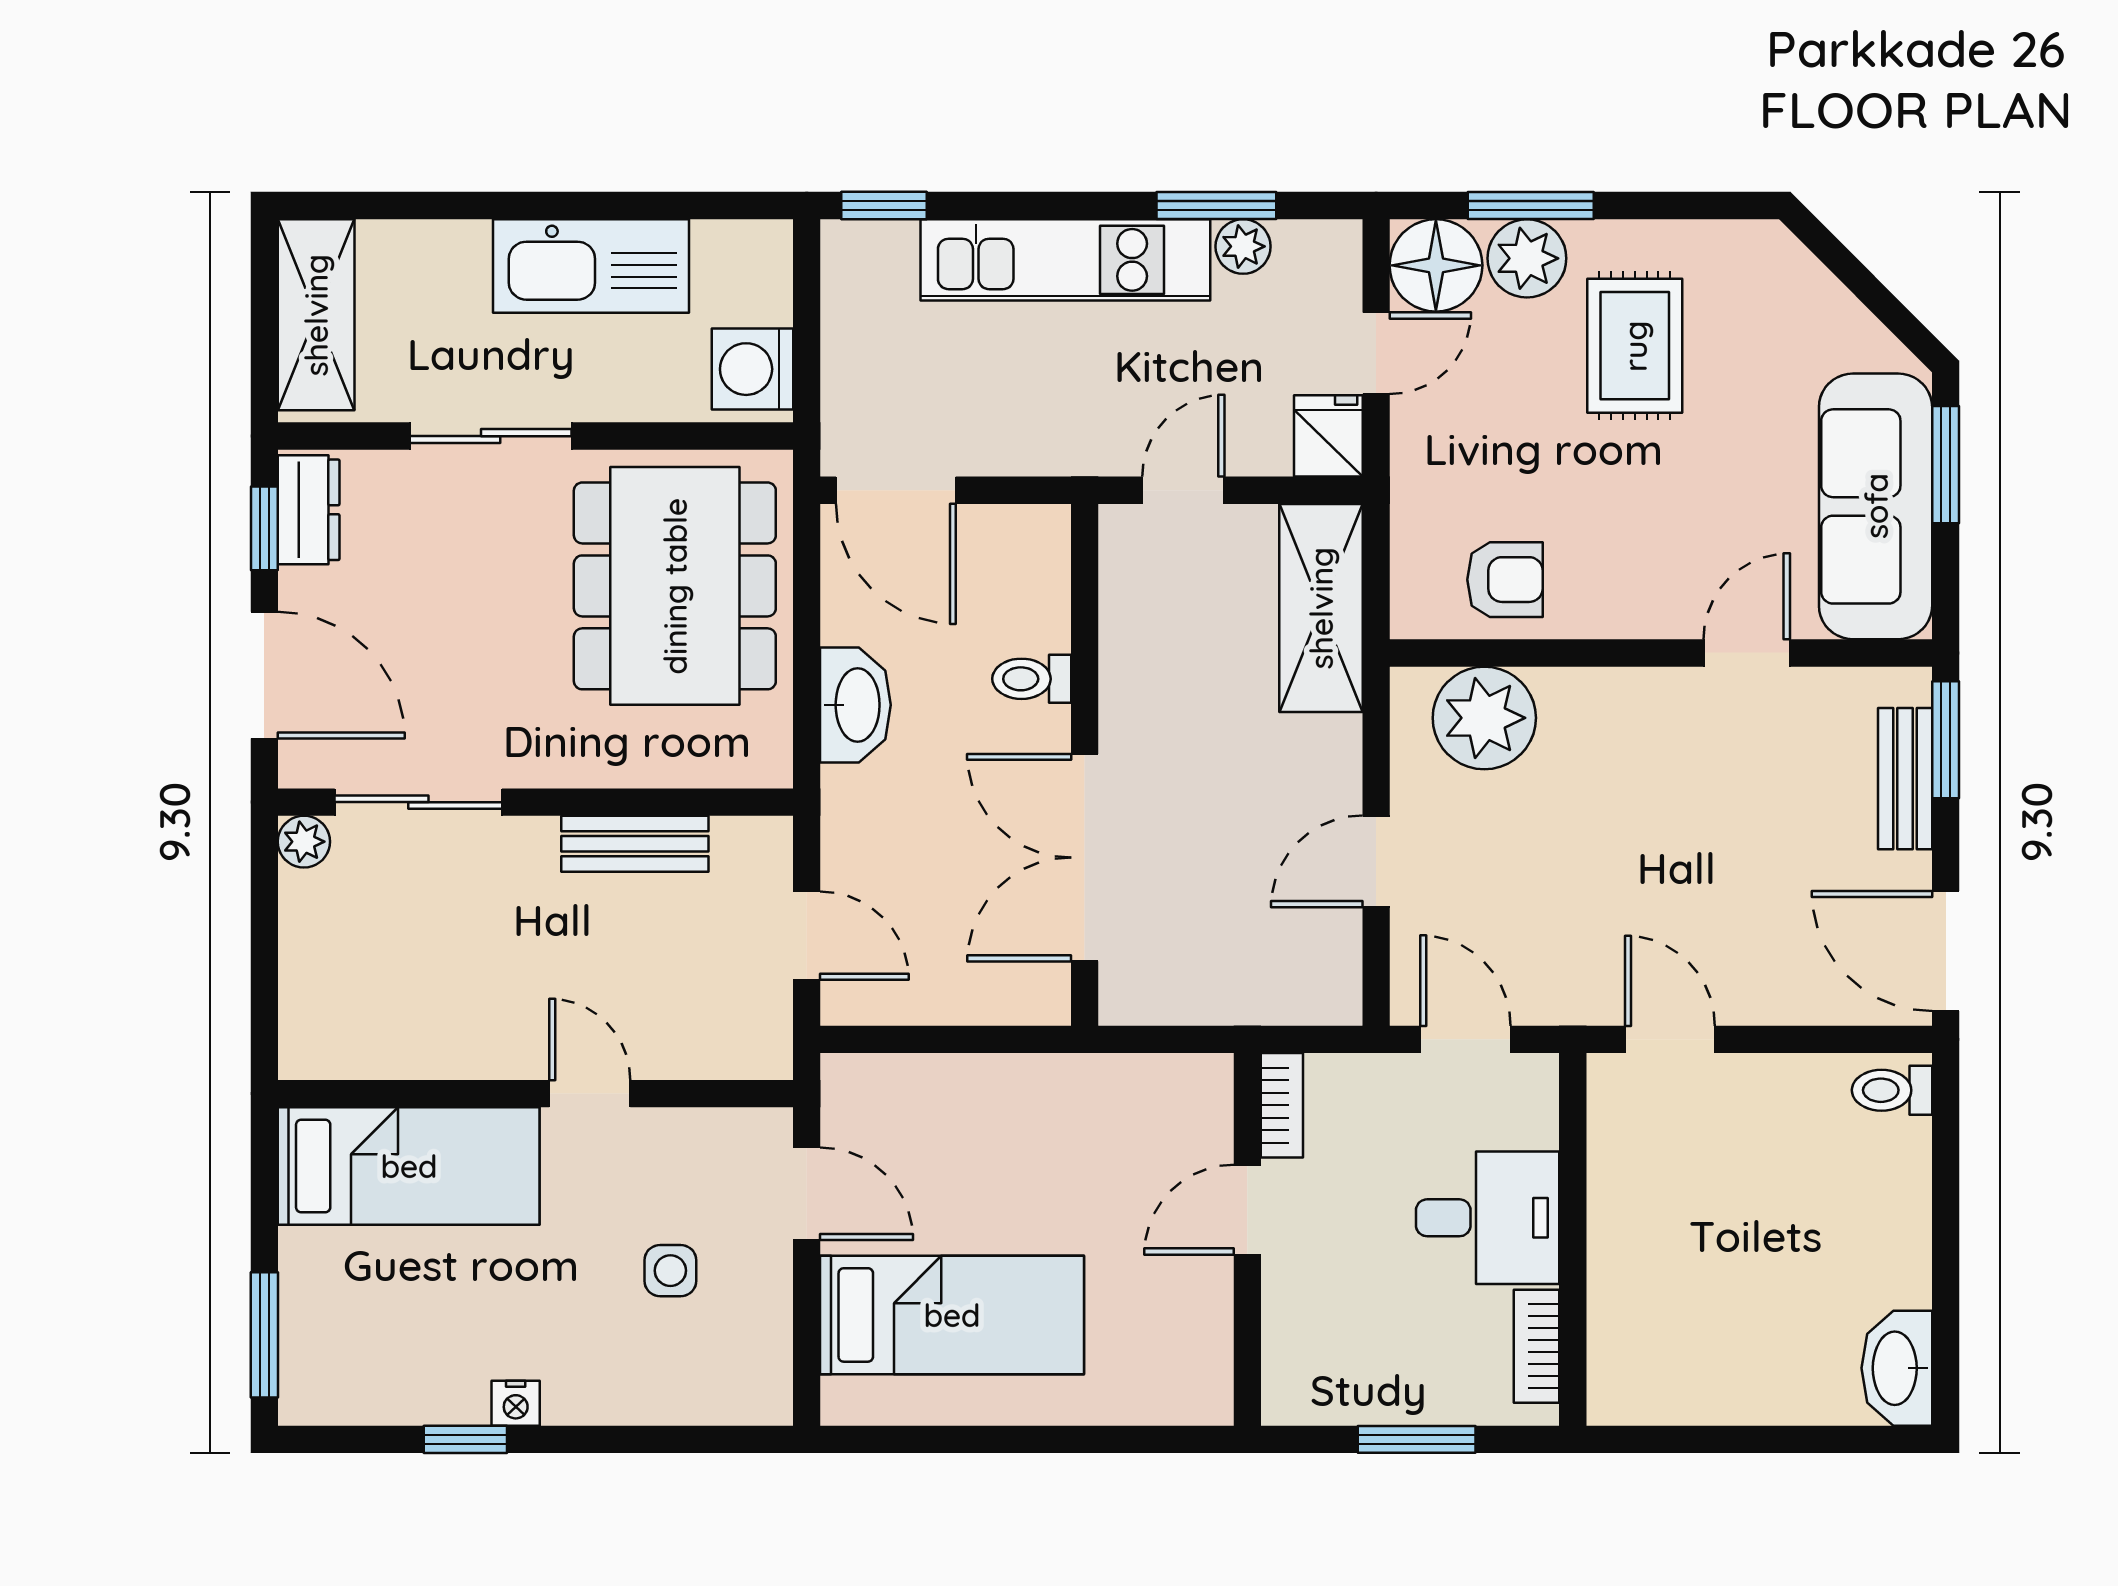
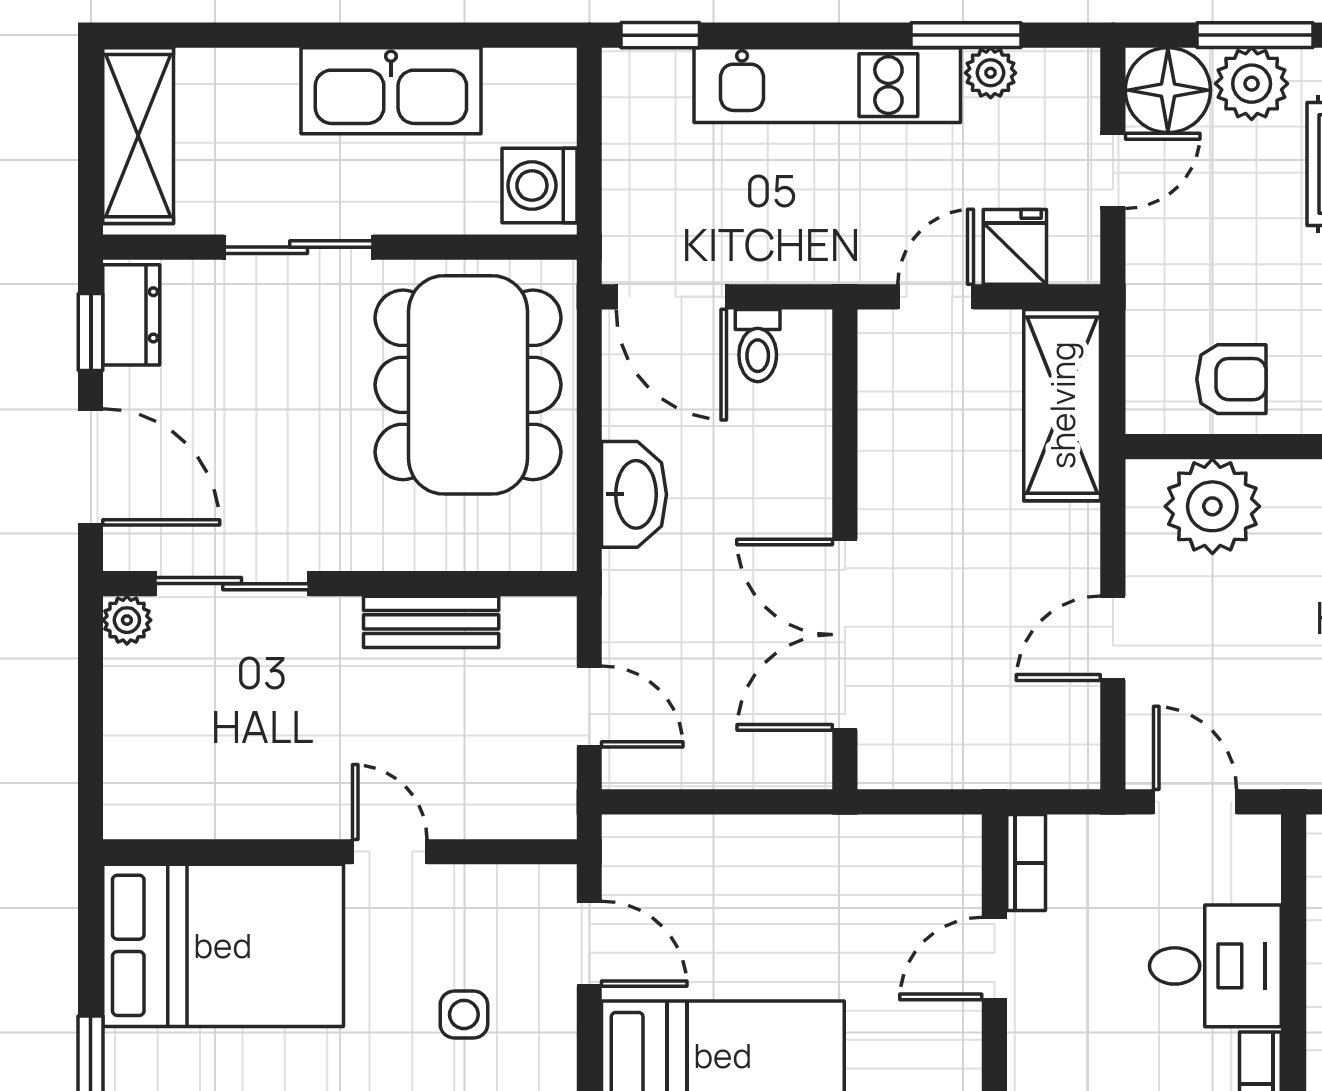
fridge: (1328, 436) -> (1015, 247), moved
toilet: (1032, 679) -> (758, 346), moved, turned -90
bed: (409, 1166) -> (223, 945), width x1.50

